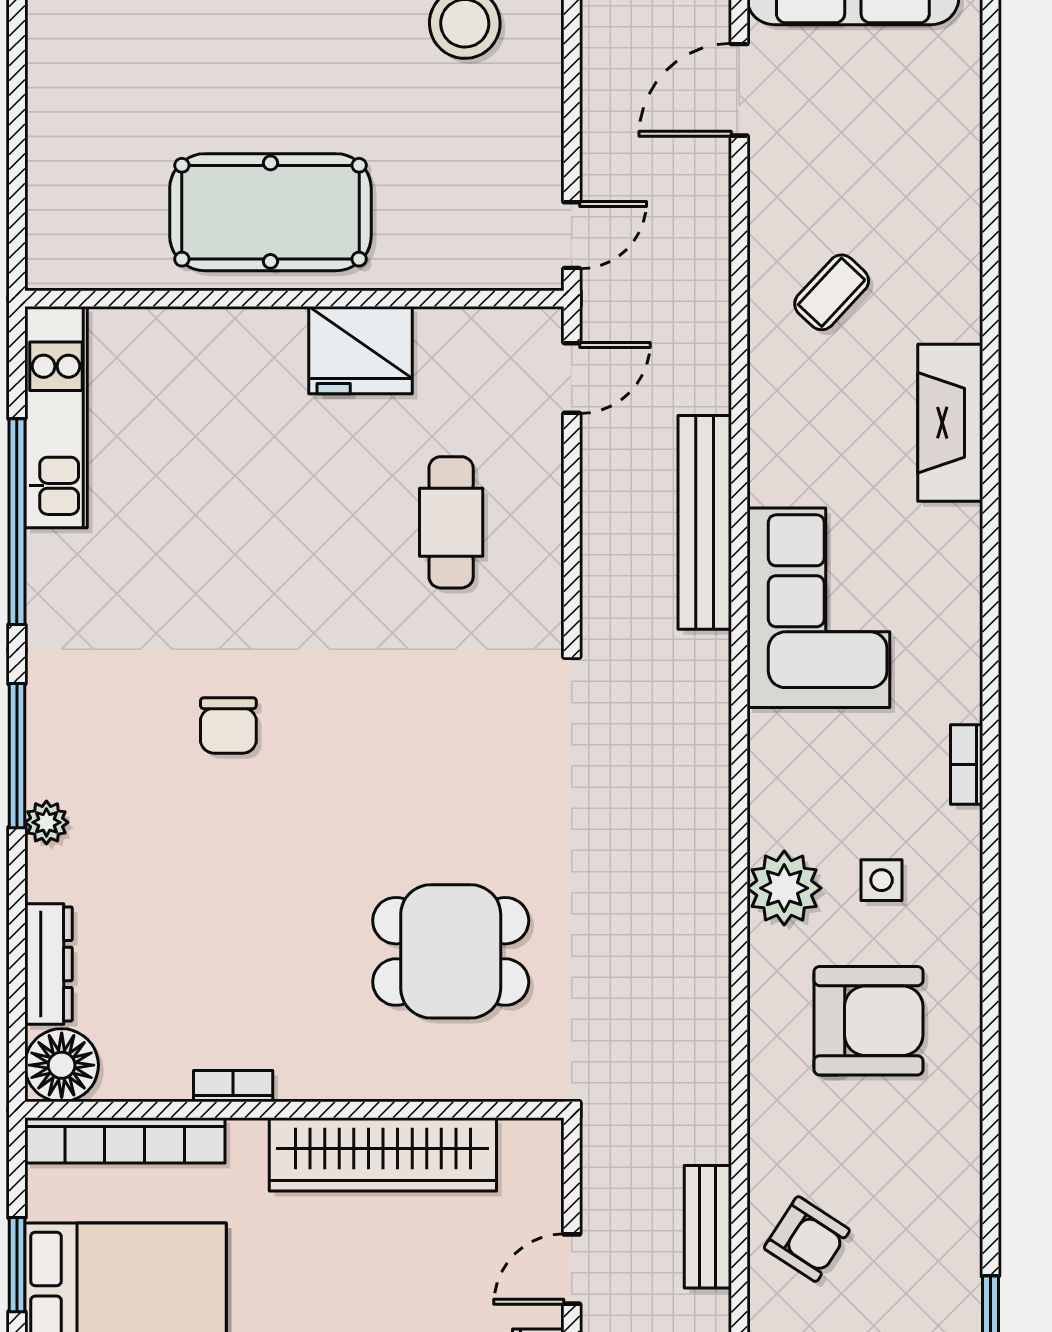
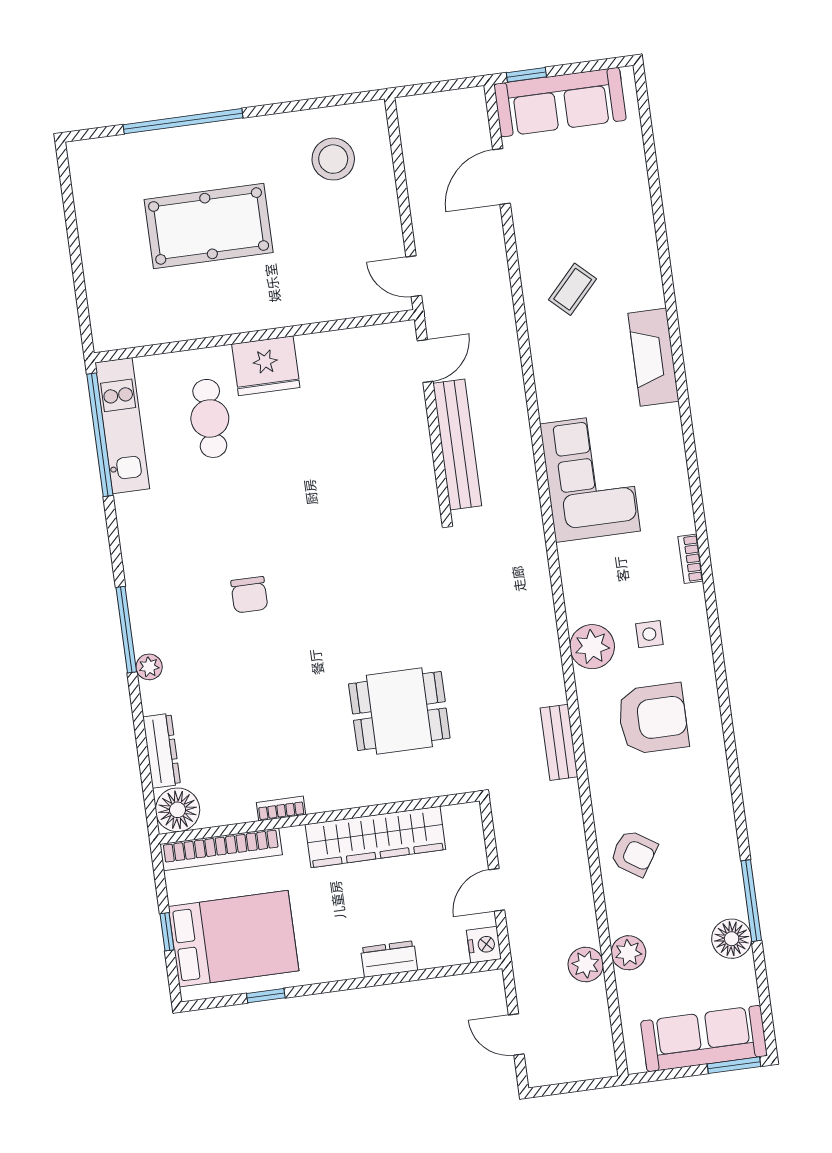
pool table: (270, 212) -> (209, 226), moved
door: (572, 235) -> (414, 276), swing flipped
fridge: (360, 350) -> (266, 366), moved
window: (17, 522) -> (100, 435), moved
cafe table: (451, 522) -> (210, 418), moved
bench: (705, 522) -> (457, 444), moved
bench: (708, 1227) -> (559, 742), moved
window: (17, 1265) -> (167, 932), width x0.67

